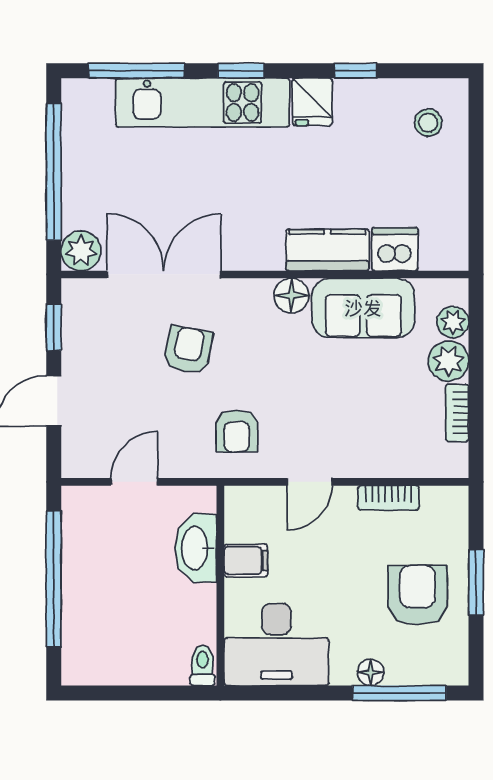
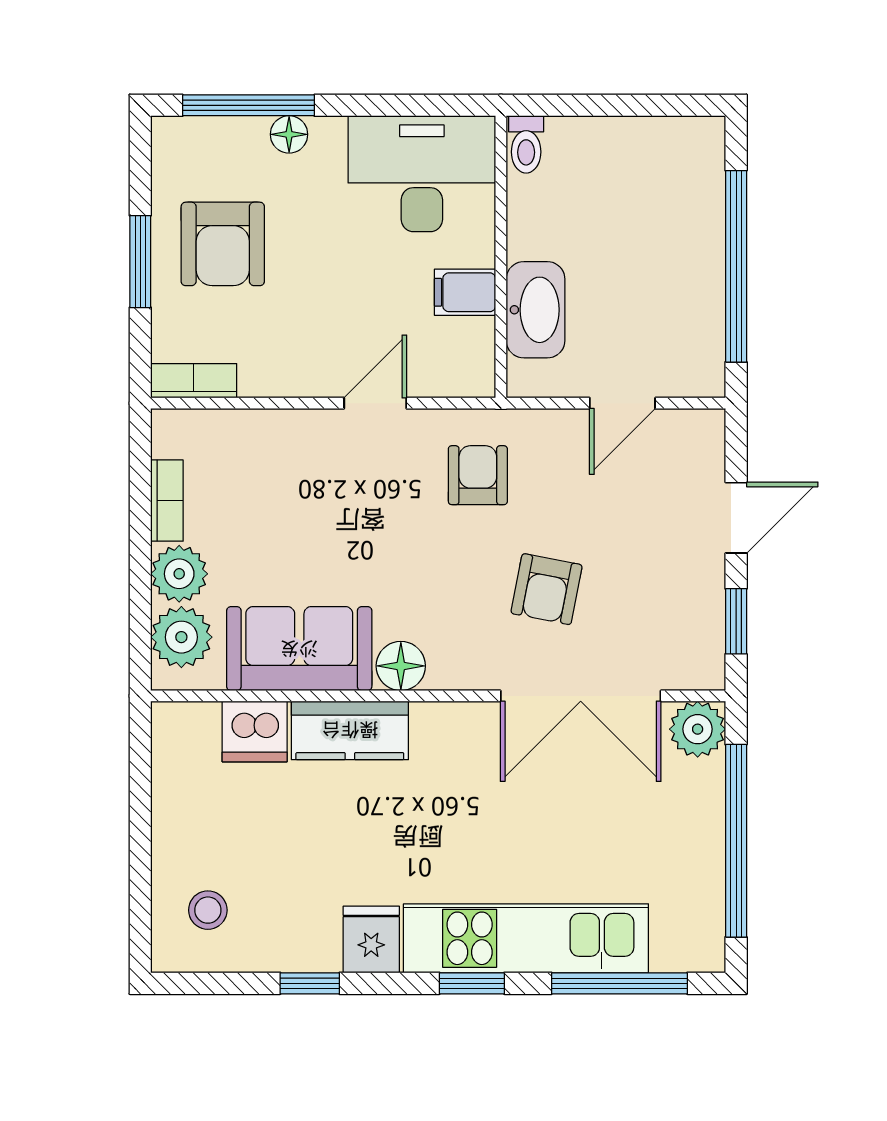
plant: (453, 322) -> (181, 637), width x1.38, depth x1.38
bookcase: (389, 498) -> (194, 381), moved

